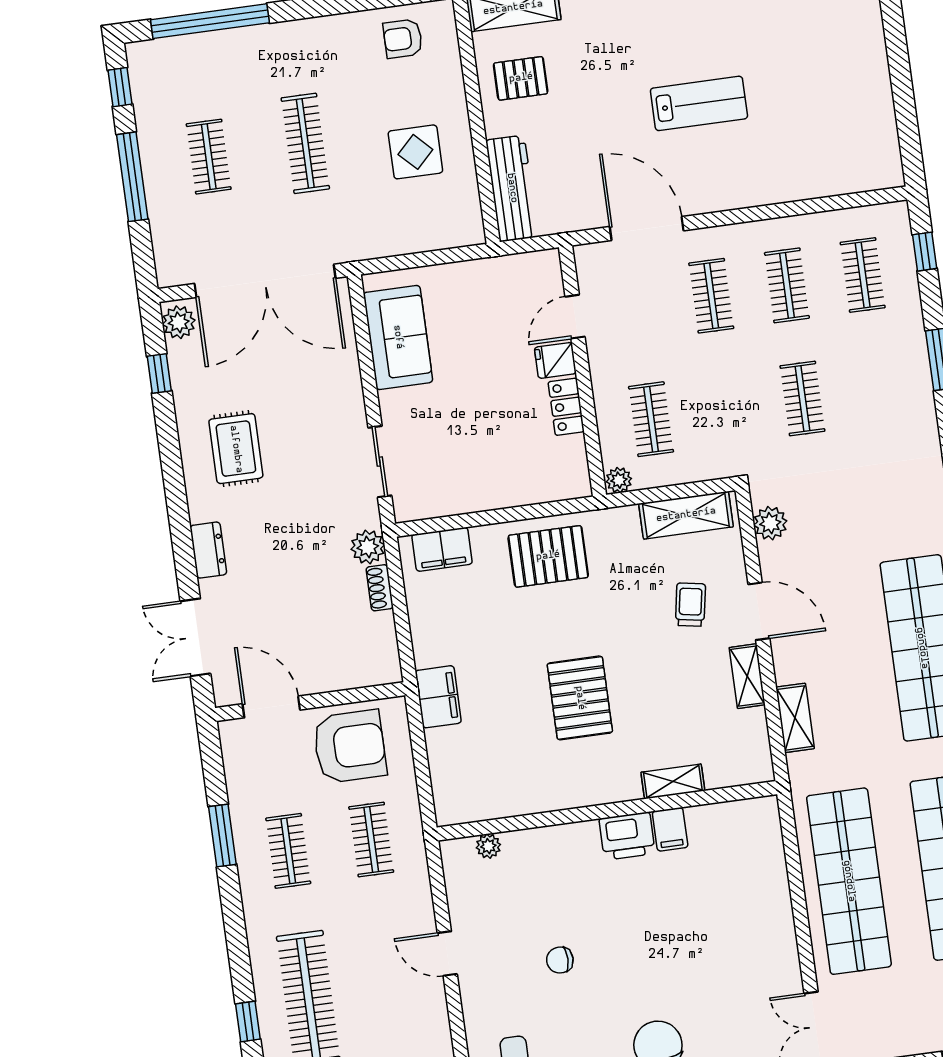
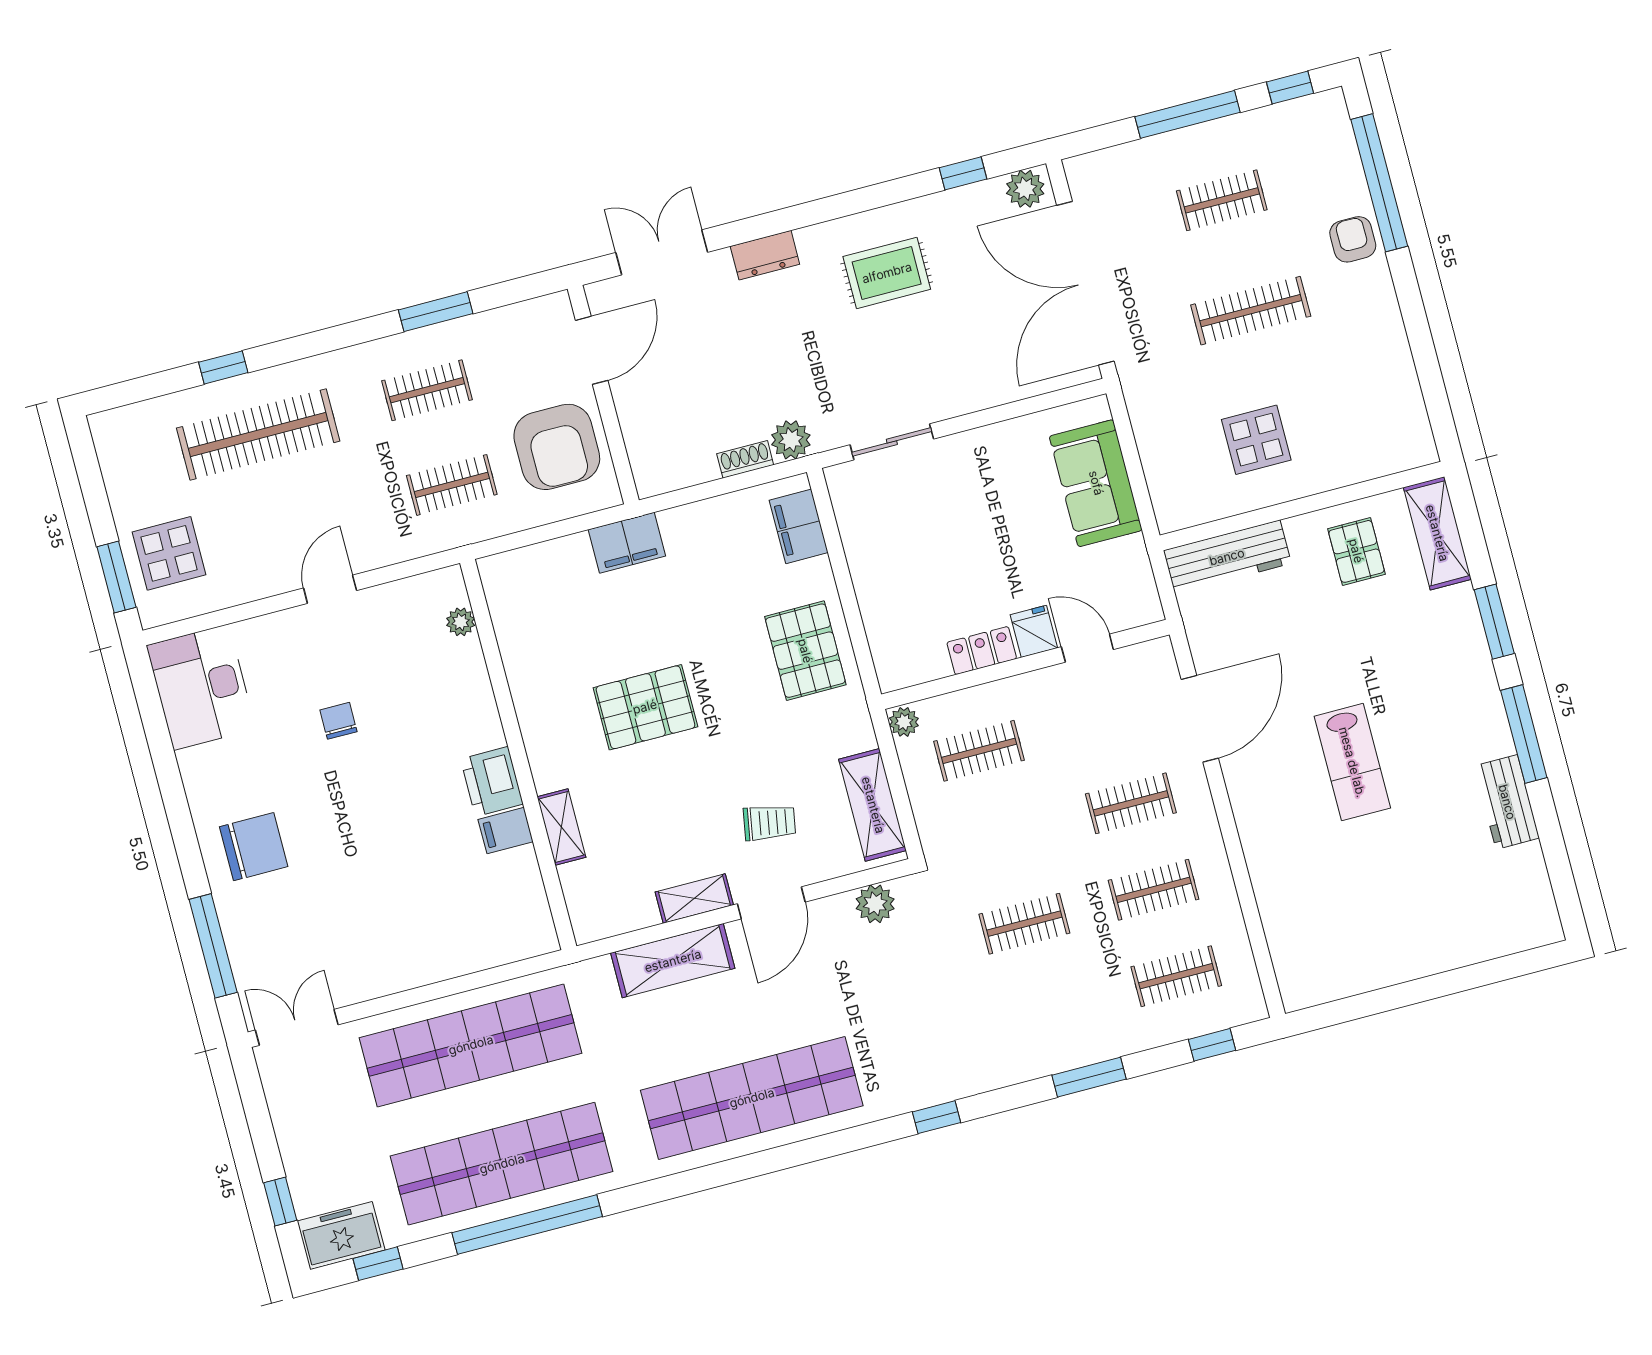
armchair: (403, 39) -> (1353, 239), moved
sofa: (398, 337) -> (1096, 483), moved, turned 90
shelving: (795, 718) -> (673, 961), width x1.50, depth x1.33

